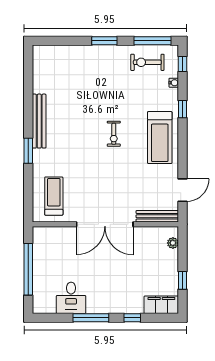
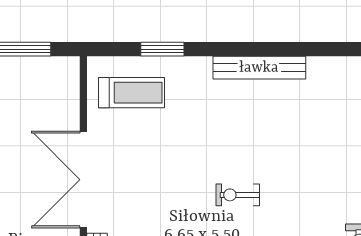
window: (28, 151) -> (162, 49), moved

